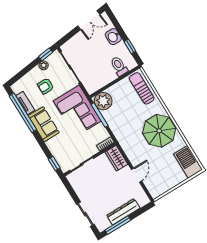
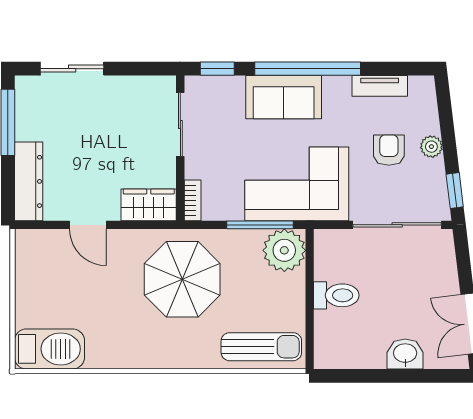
window: (130, 46) -> (364, 376), removed
plant: (44, 65) -> (431, 147), moved
toilet: (119, 66) -> (336, 295), moved
window: (23, 113) -> (308, 69), moved
sofa: (44, 124) -> (284, 97), moved
parasol: (159, 131) -> (182, 279), moved
dresser: (123, 212) -> (29, 181), moved

